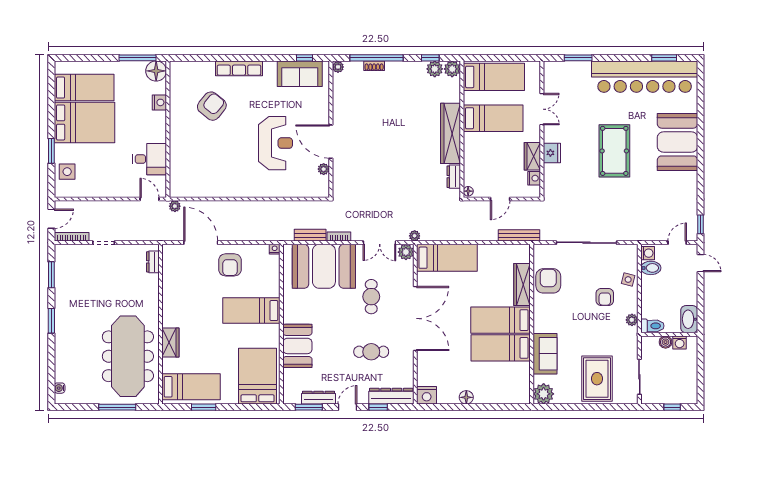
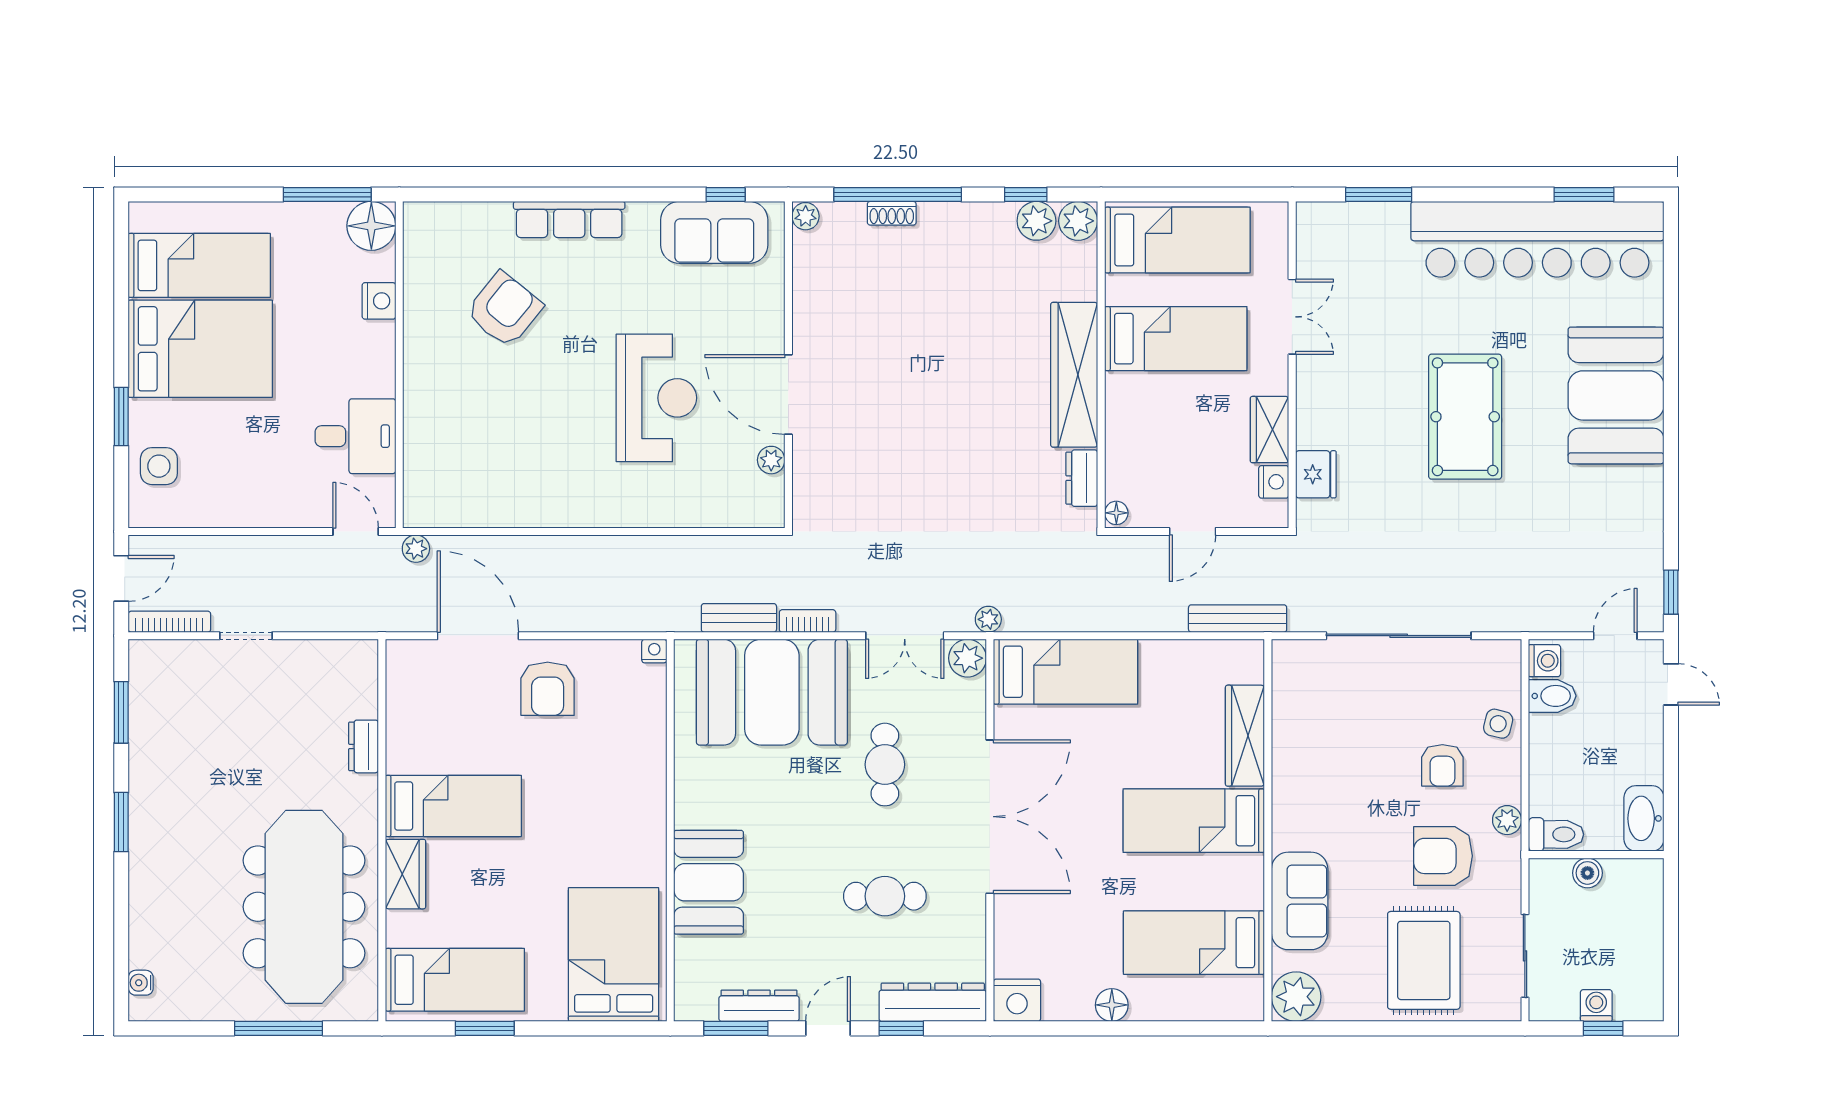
fridge: (552, 153) -> (1316, 474), moved
dresser: (153, 262) -> (364, 746), moved
armchair: (548, 281) -> (1443, 856), moved, turned -90
bed: (251, 311) -> (453, 806), moved, turned 180
washing machine: (680, 342) -> (1596, 1006), moved, turned 180
bed: (501, 348) -> (1194, 943), moved

